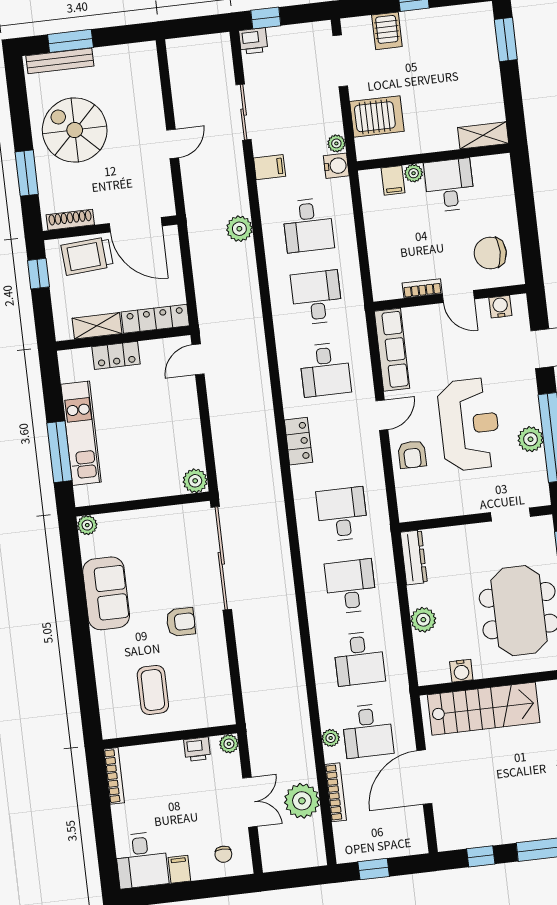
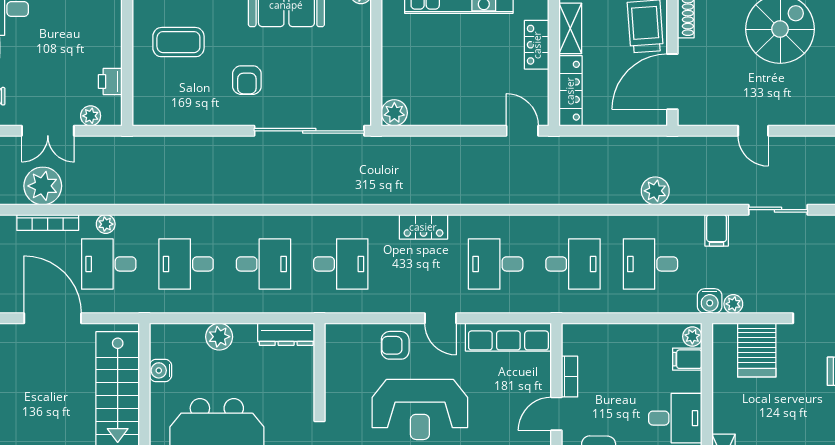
plant: (414, 173) -> (692, 337), moved
plant: (229, 744) -> (91, 116), moved

